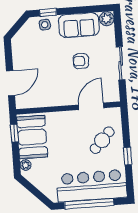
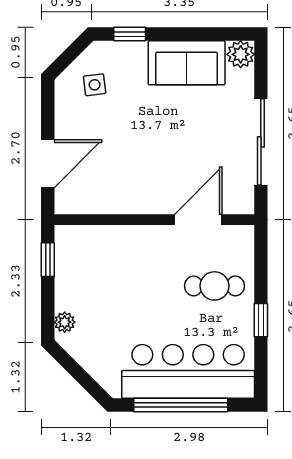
side table: (45, 25) -> (95, 85), moved
armchair: (81, 61) -> (185, 132), removed
sliding door: (121, 63) -> (261, 142), width x1.37
booth: (32, 137) -> (81, 270), removed
cafe table: (102, 140) -> (214, 286), turned 47

